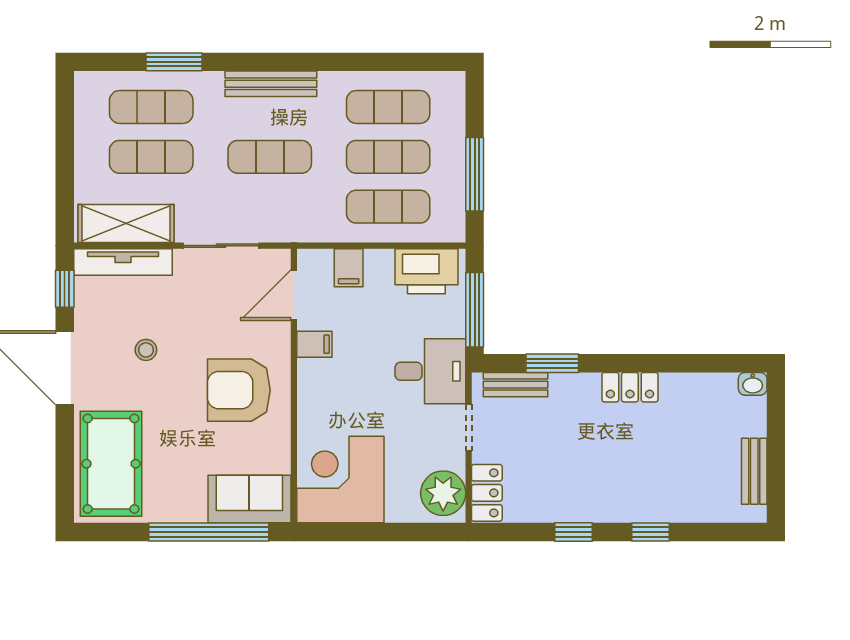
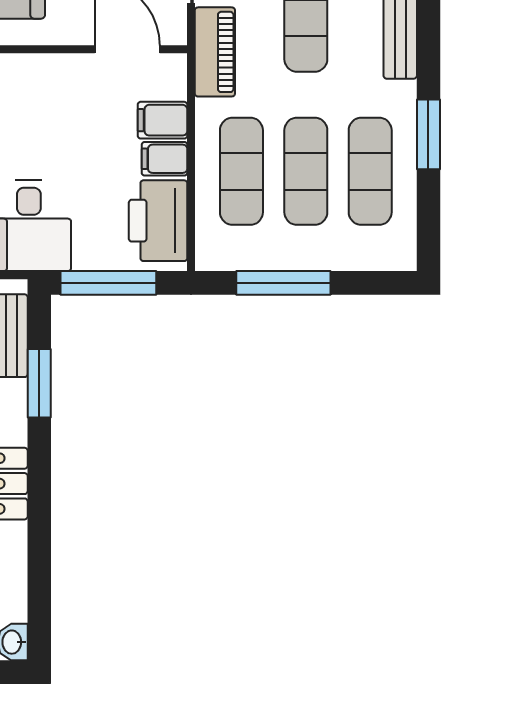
window: (360, 62) -> (428, 134), added
piano: (296, 227) -> (215, 52), added
filing cabinet: (314, 344) -> (164, 159), moved, turned 90

